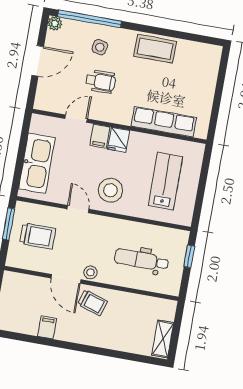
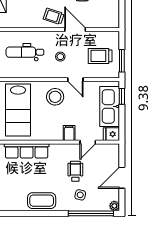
wheelchair: (101, 81) -> (75, 171), turned 90
fridge: (119, 140) -> (111, 134), moved, turned -90
window: (17, 174) -> (122, 96), added
lab bench: (165, 181) -> (18, 110), width x1.36, depth x1.39
dental chair: (141, 260) -> (25, 52), turned 180
stool: (91, 272) -> (60, 57), moved

